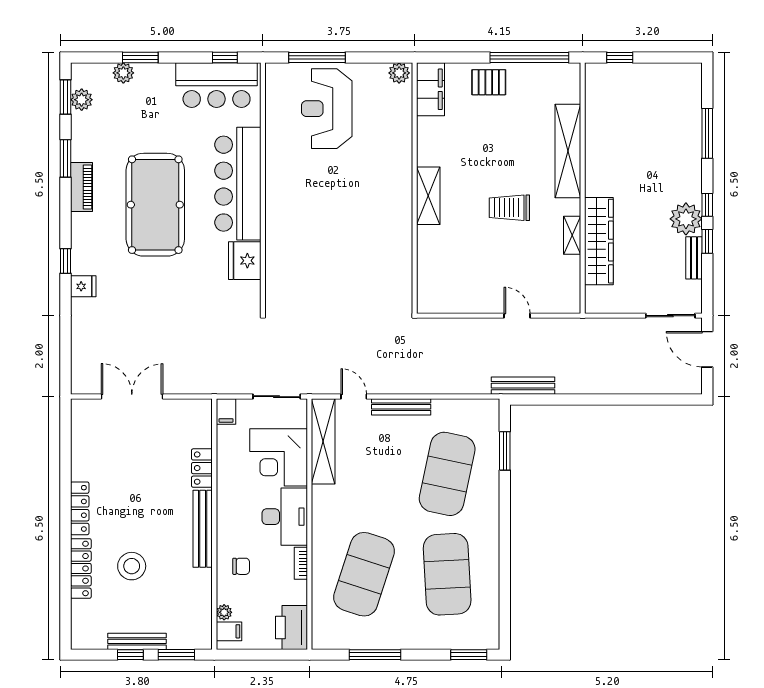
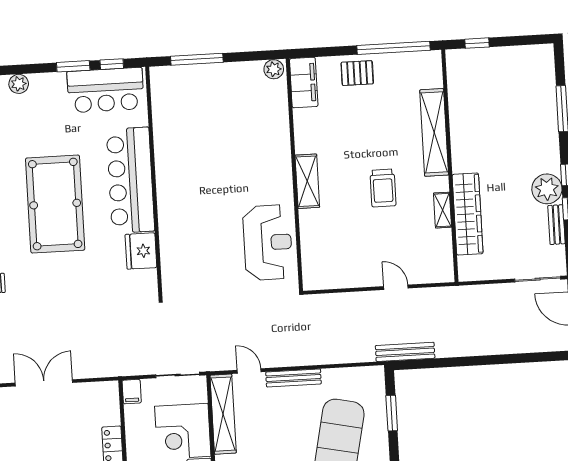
window: (140, 57) -> (73, 66), moved
reception desk: (327, 109) -> (268, 243), moved, turned 180
trolley: (509, 208) -> (383, 188), turned -90

